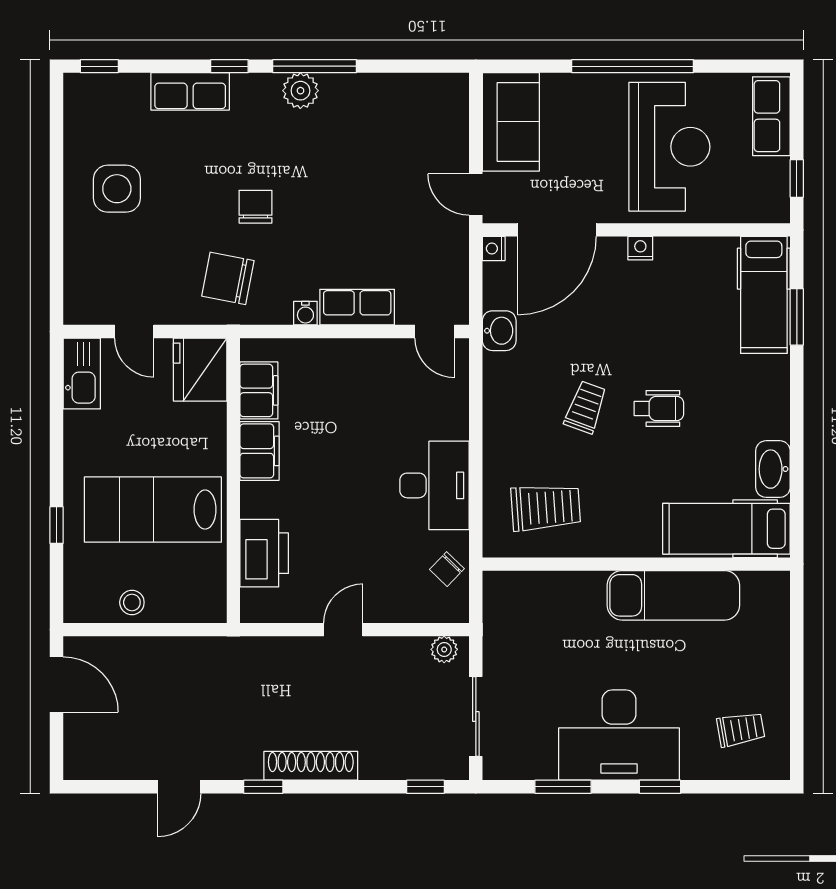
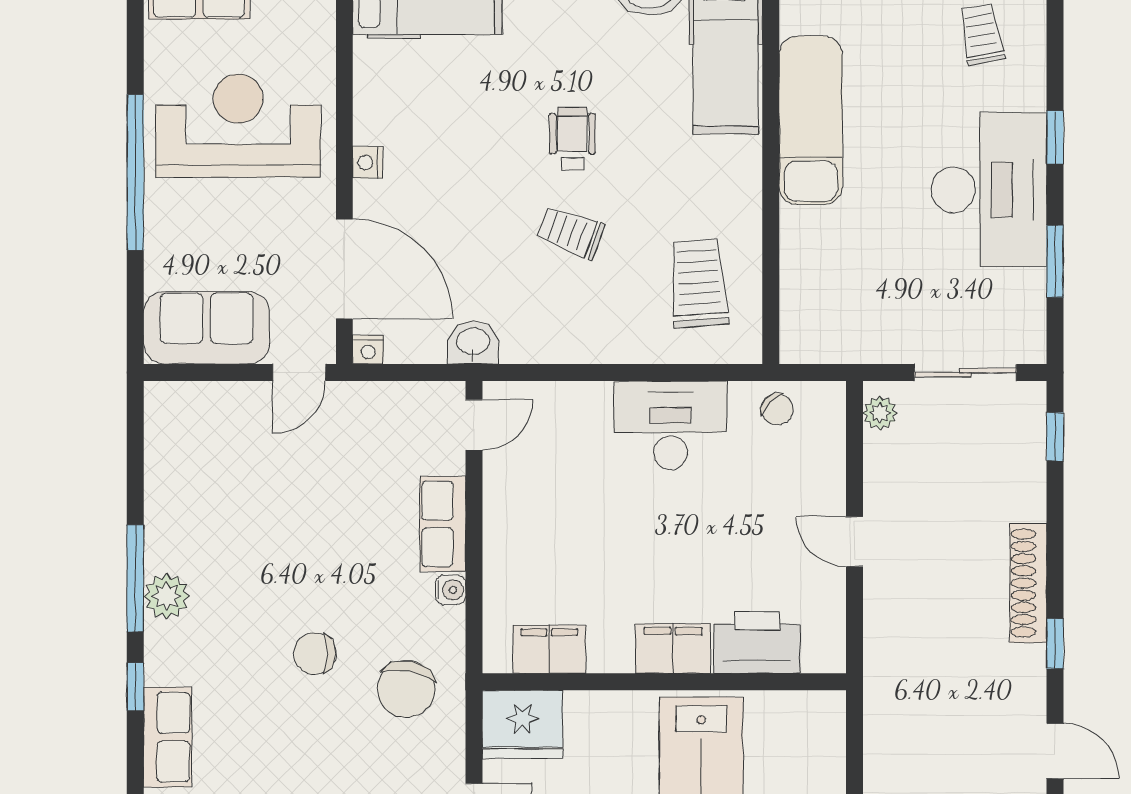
filing cabinet: (260, 451) -> (673, 649), moved

